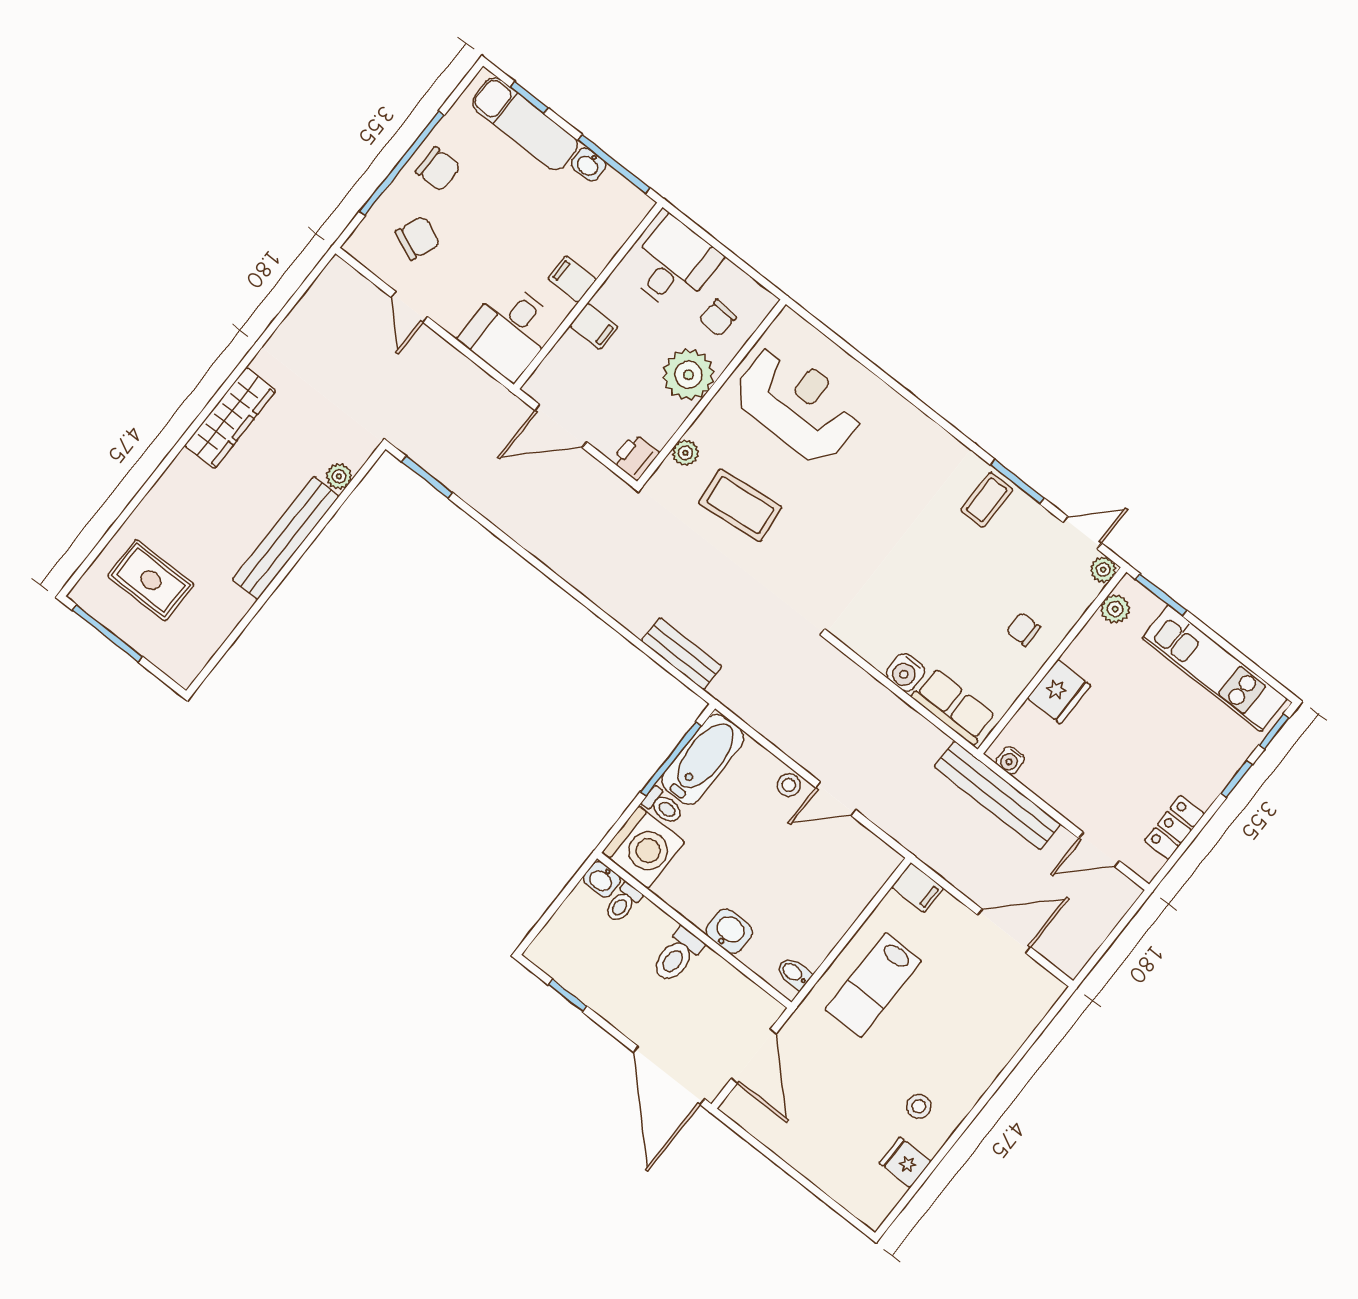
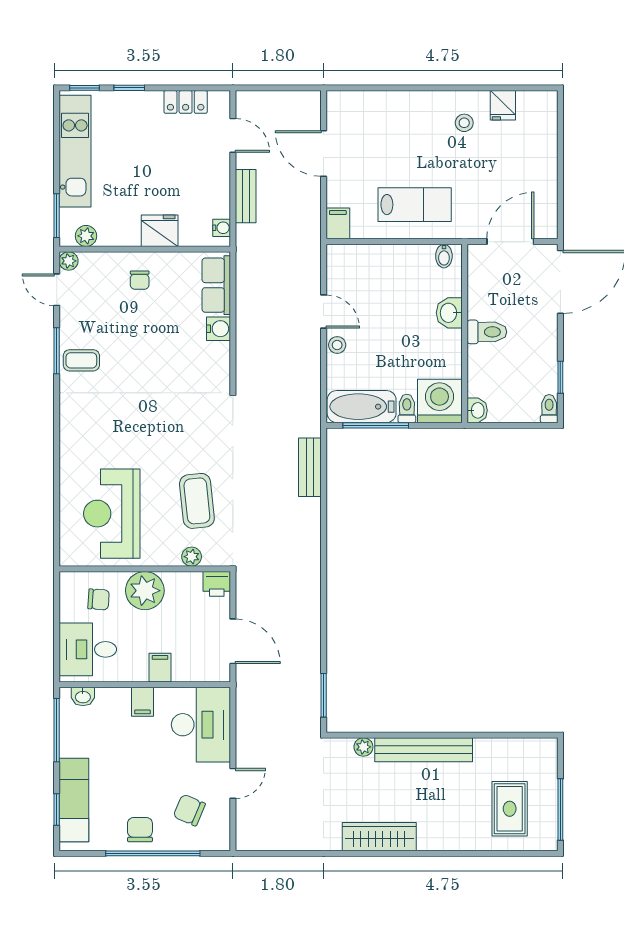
washbasin: (588, 165) -> (83, 697), moved, turned 90
desk: (509, 331) -> (201, 725), width x1.37
bench: (997, 795) -> (246, 196), width x0.54, depth x0.82
toilet: (623, 903) -> (549, 409), moved, turned -90

